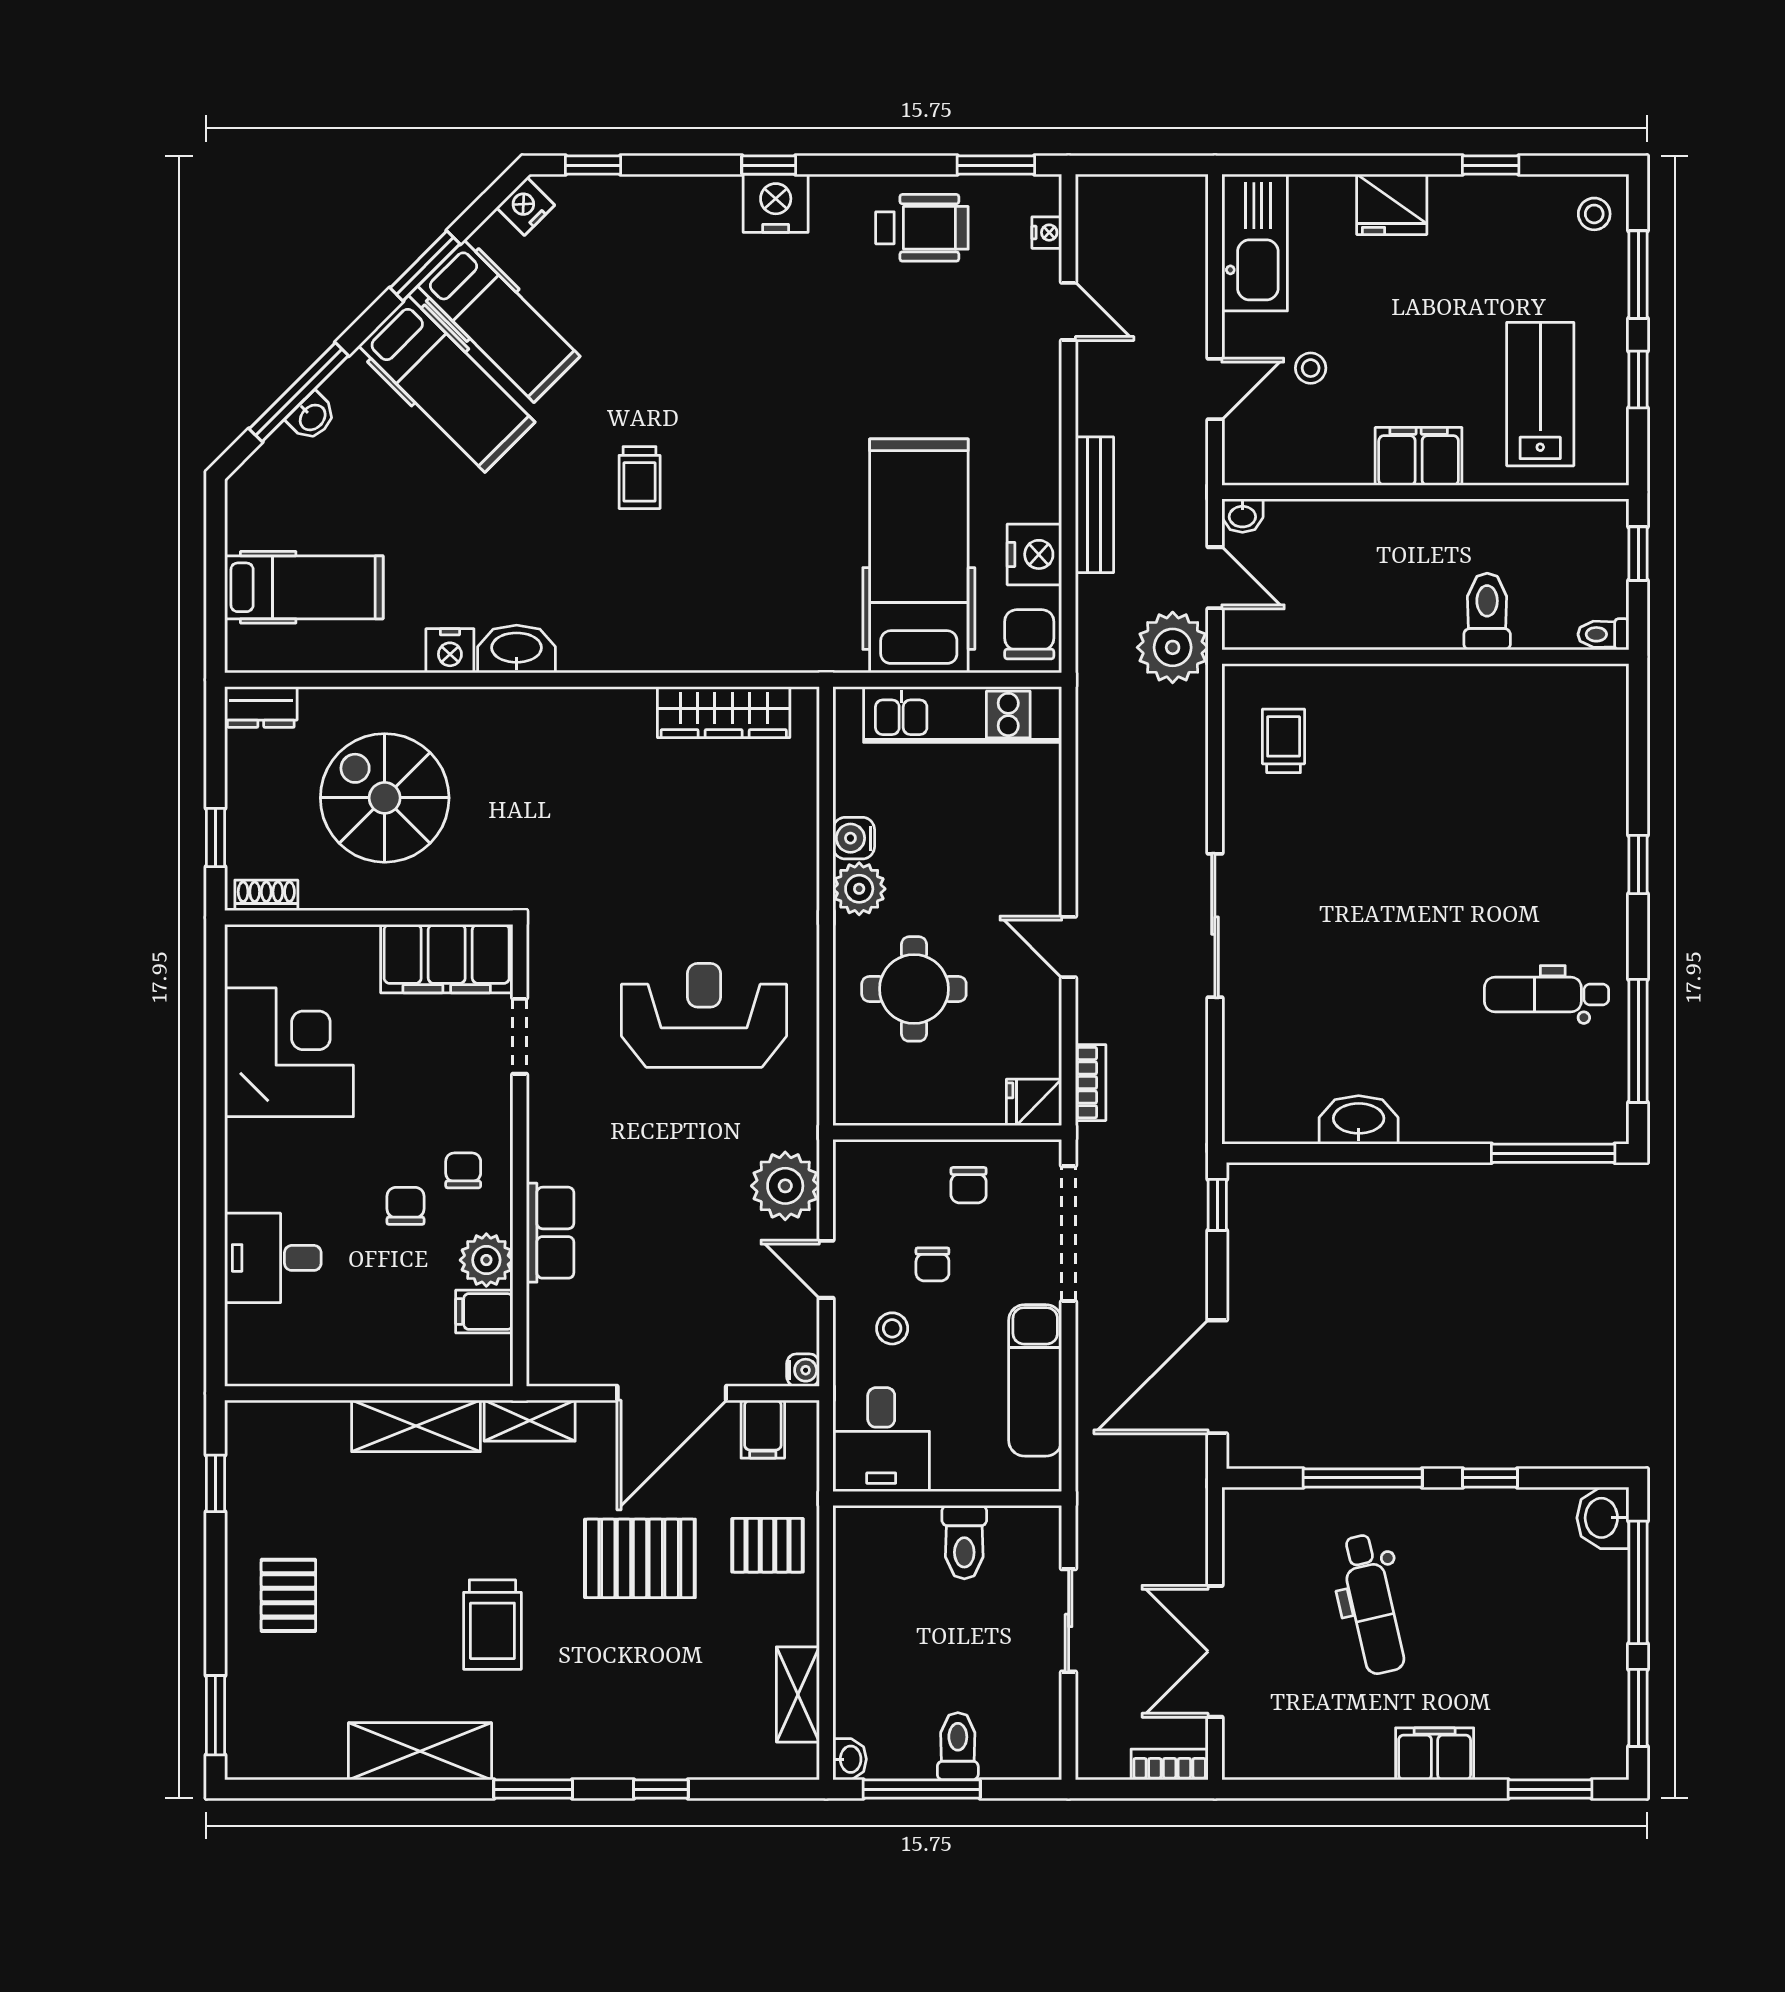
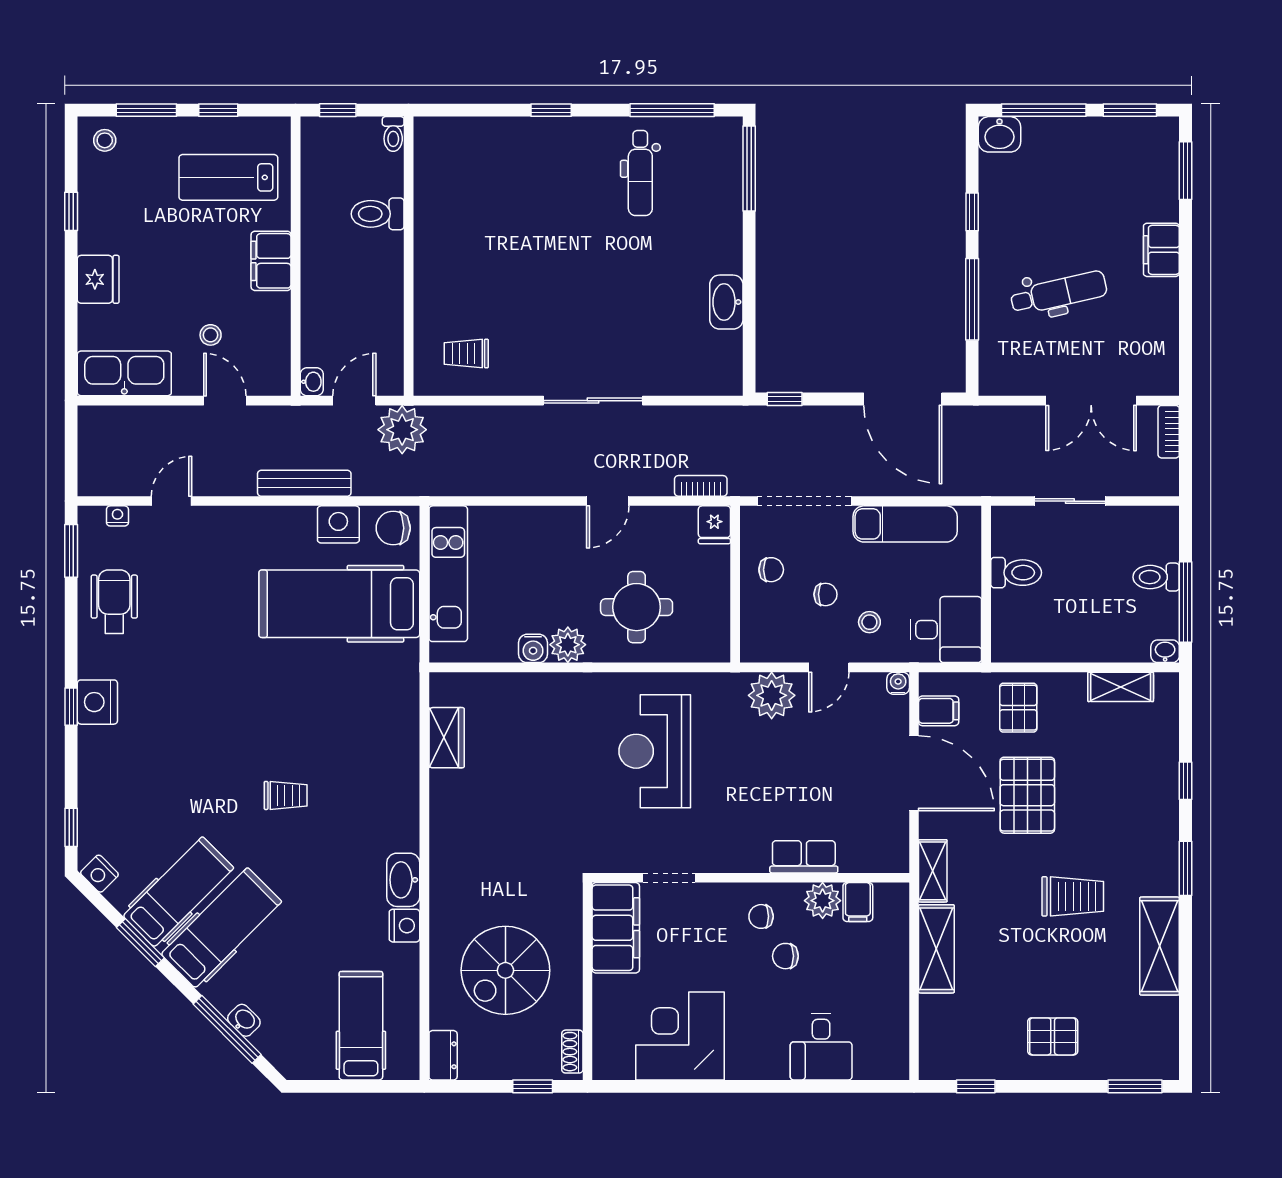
wardrobe: (724, 712) -> (447, 738), width x0.67

